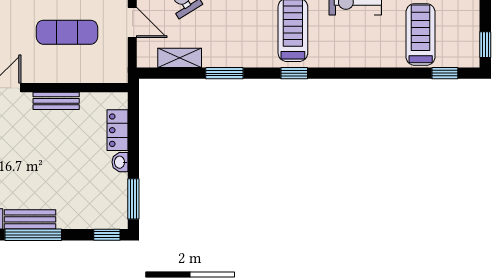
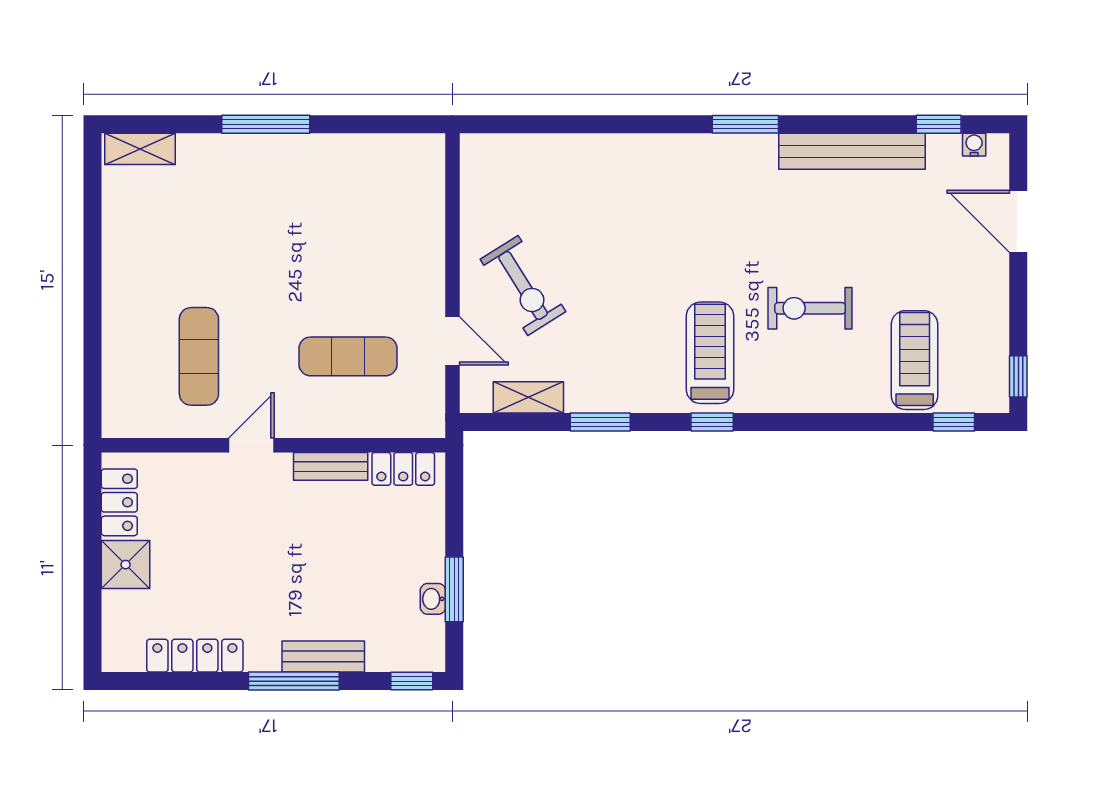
locker: (117, 130) -> (403, 469), moved, turned -90
washbasin: (120, 162) -> (433, 599), moved
window: (133, 199) -> (454, 589), moved
bench: (30, 219) -> (323, 656), moved

